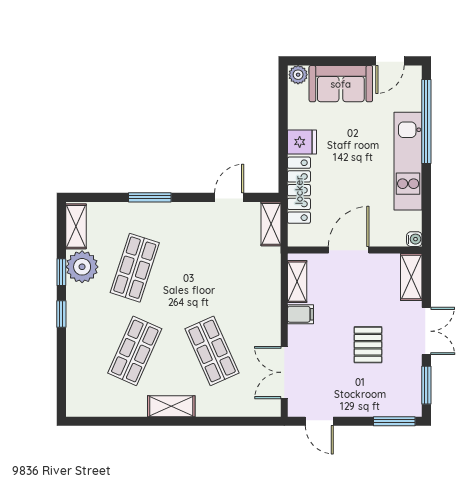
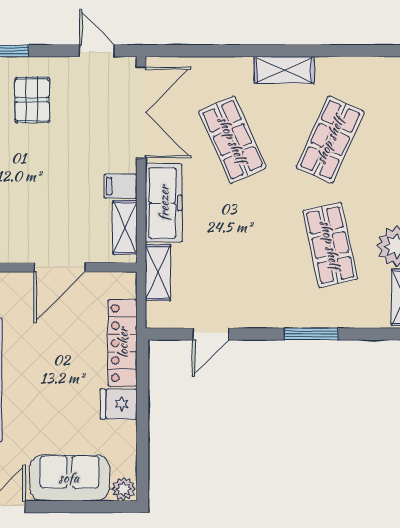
shelving: (271, 224) -> (158, 272), moved
shop shelf: (135, 268) -> (330, 245), turned -30
freezer: (266, 301) -> (164, 203), added
pallet: (368, 345) -> (32, 100), moved
double door: (284, 372) -> (141, 112), width x1.37

